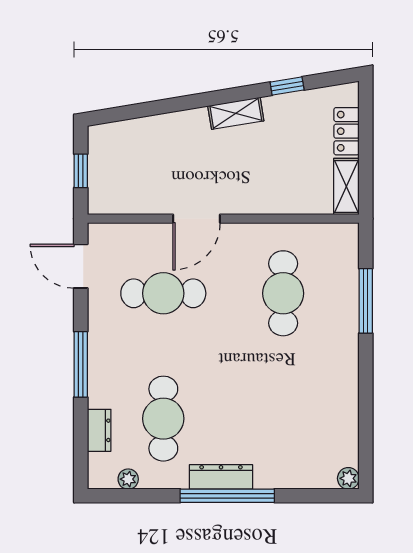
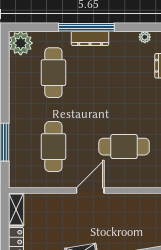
door: (197, 219) -> (90, 190), moved
cafe table: (163, 419) -> (53, 73), moved
plant: (348, 478) -> (21, 43), width x1.87, depth x1.87

